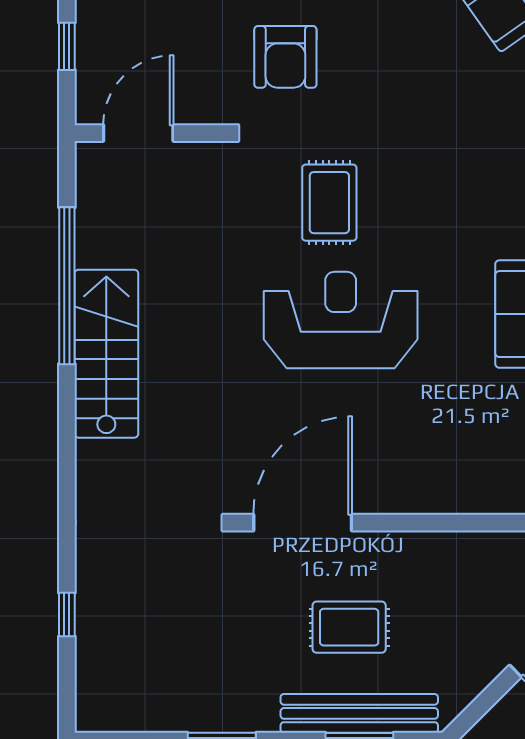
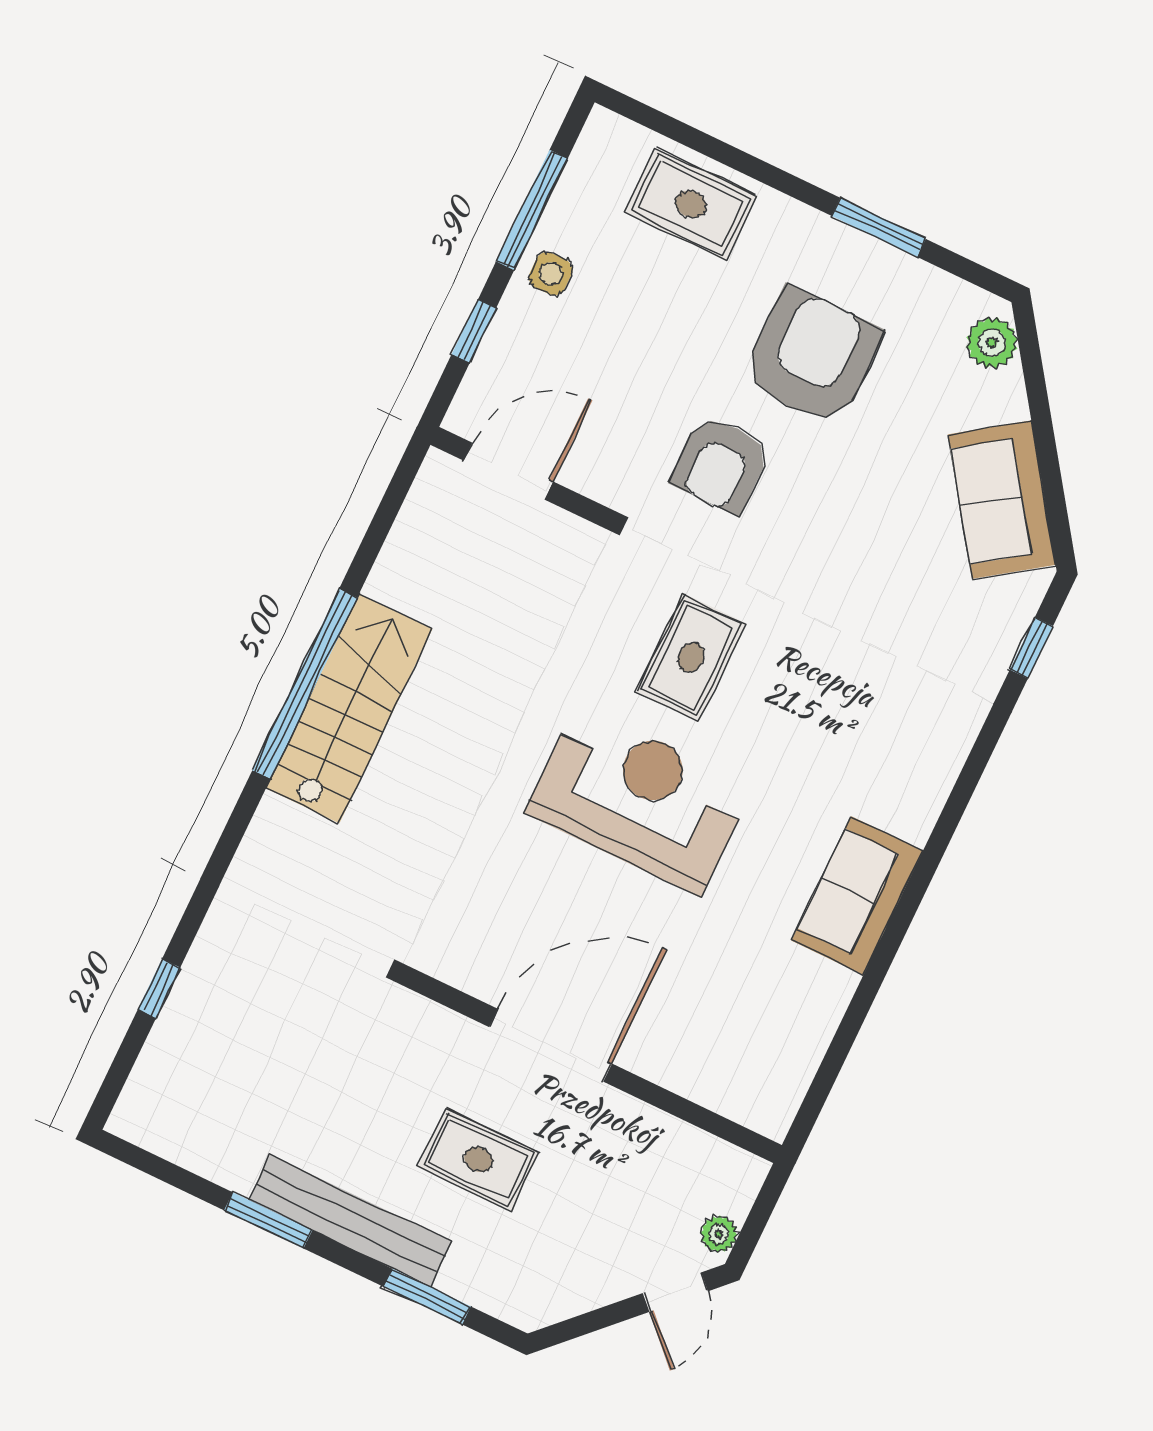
window: (67, 286) -> (305, 684), moved
door: (303, 523) -> (551, 1045), moved
bench: (359, 713) -> (350, 1221), moved

